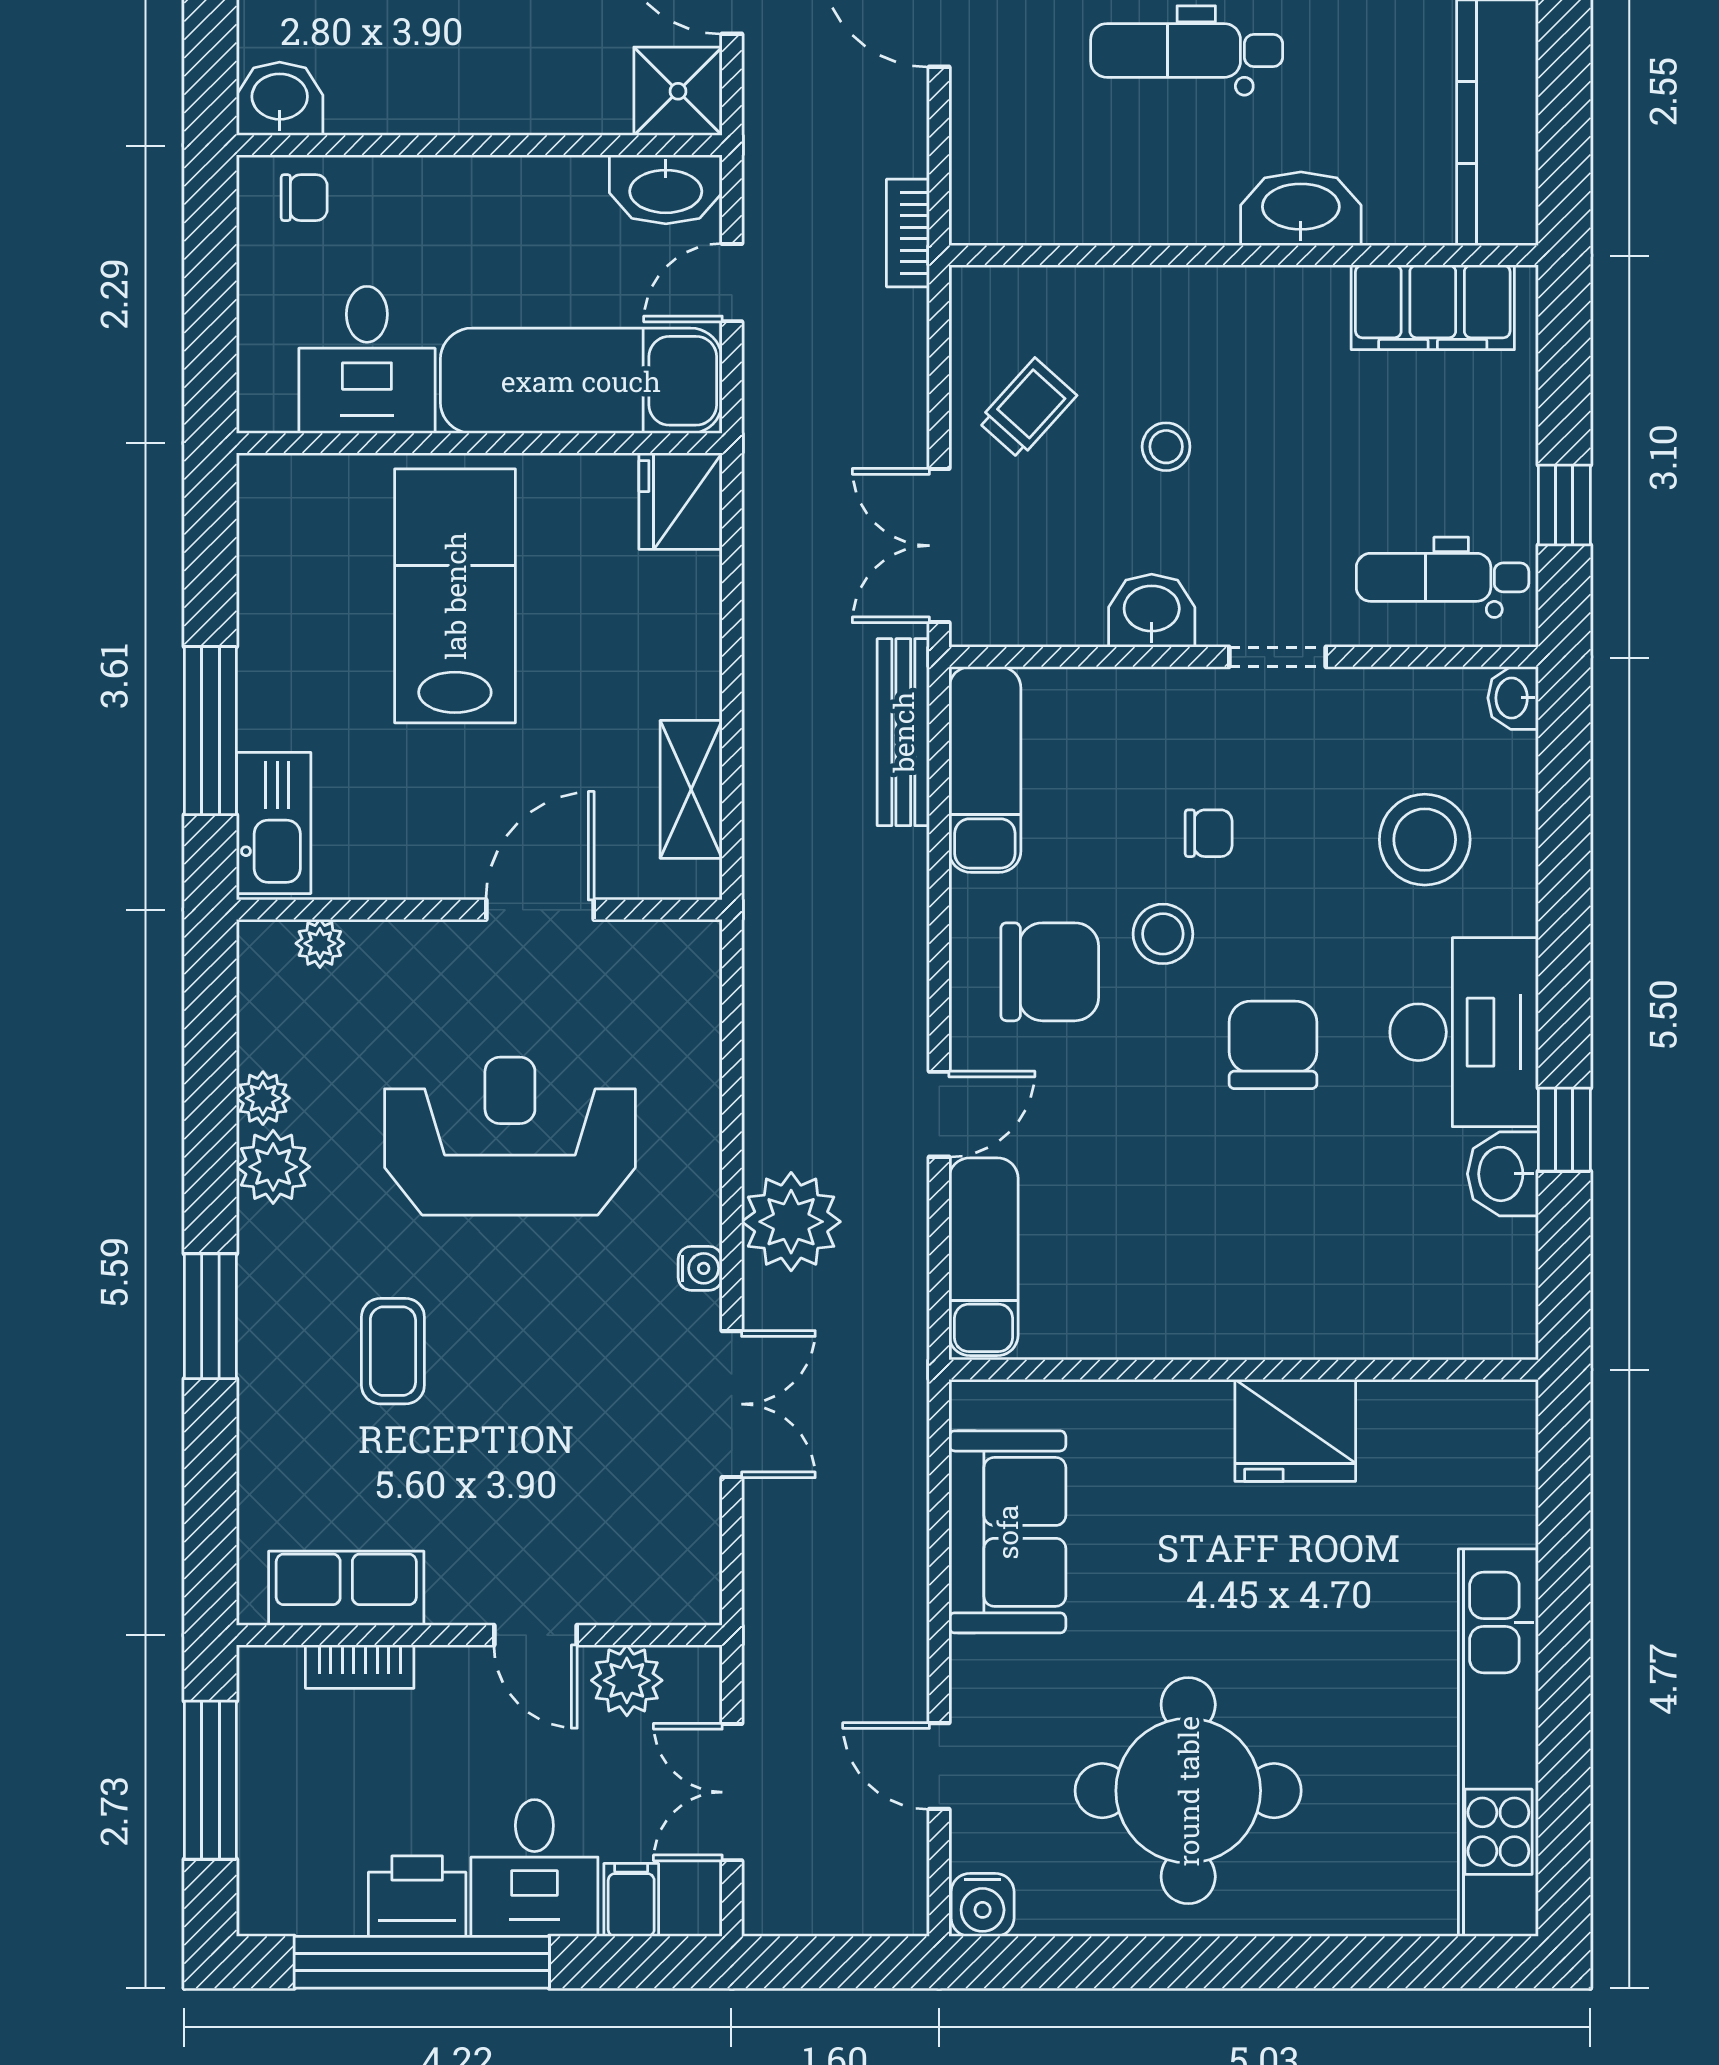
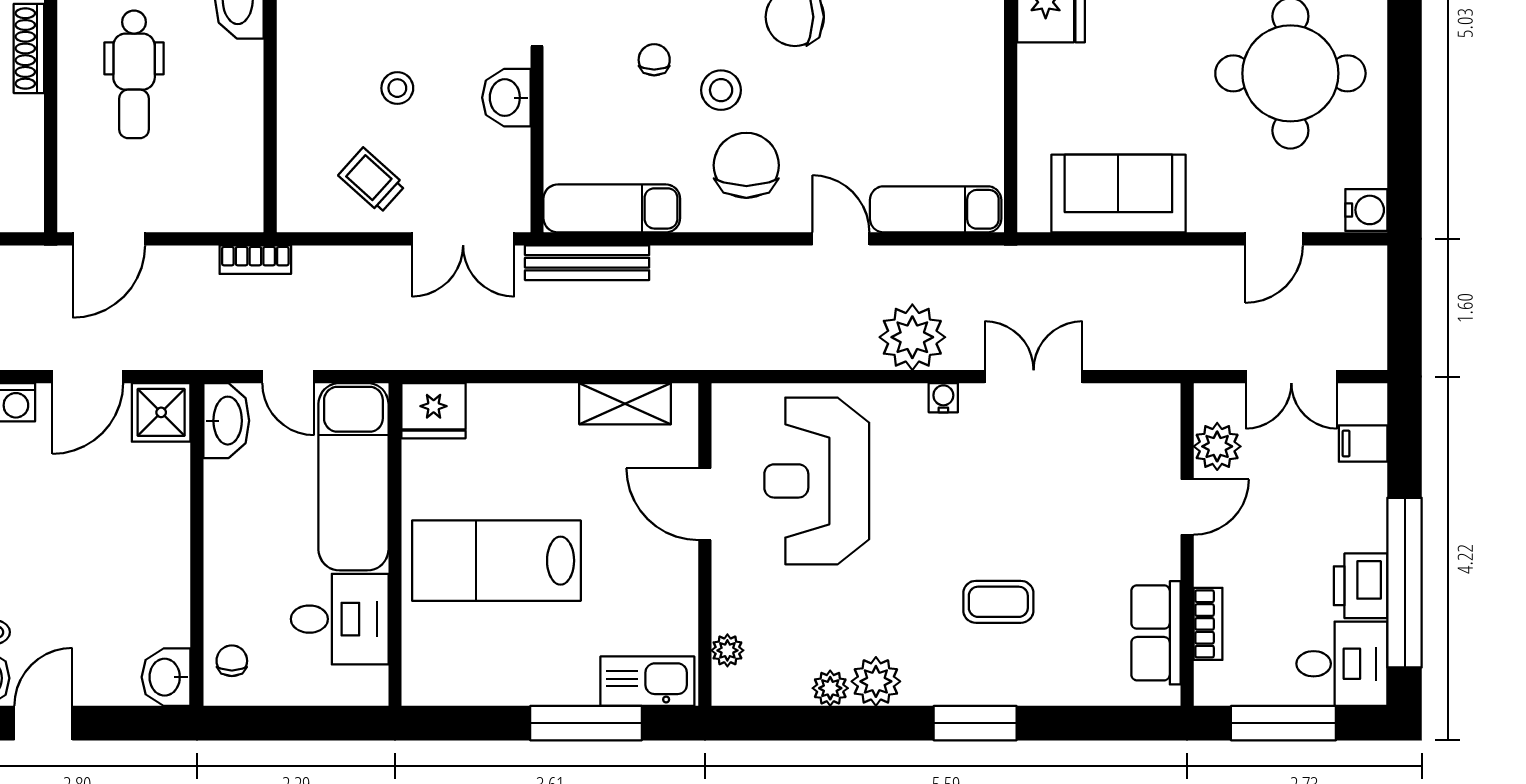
reception desk: (510, 1136) -> (817, 481), moved
desk: (534, 1868) -> (1342, 664), moved

